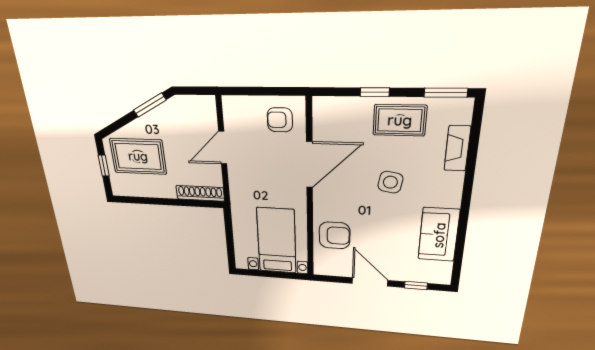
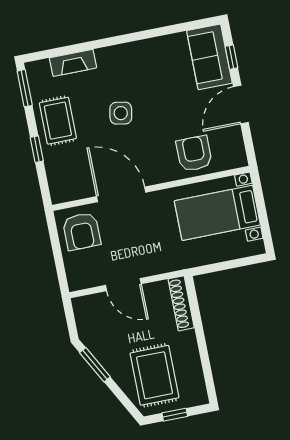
armchair: (280, 120) -> (82, 231), width x1.38, depth x1.38
sofa: (439, 235) -> (209, 57), moved, turned 90

